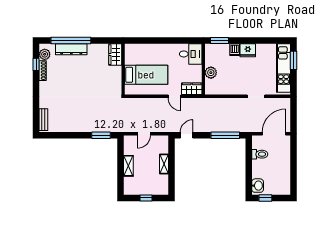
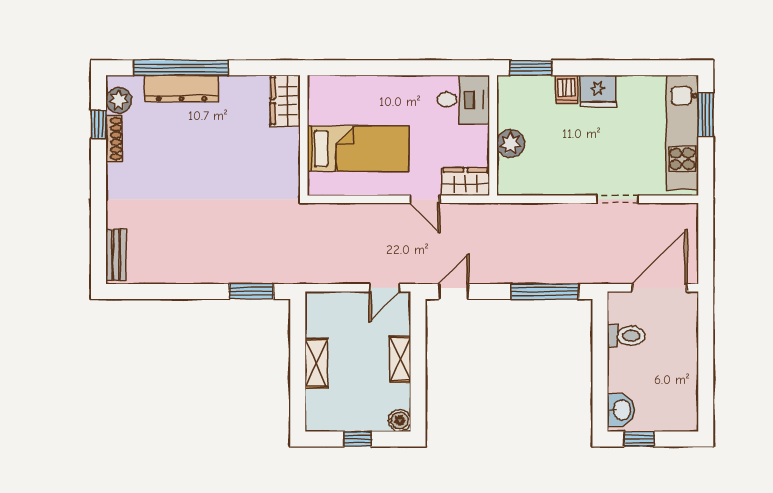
door: (144, 134) -> (384, 288), moved
boiler: (164, 190) -> (400, 421), added

